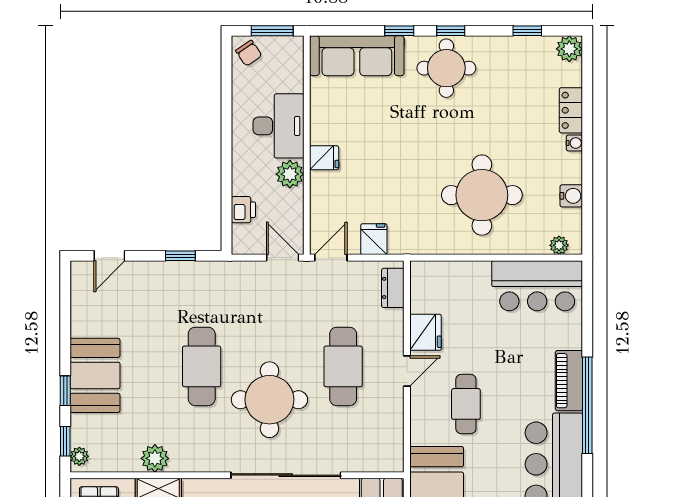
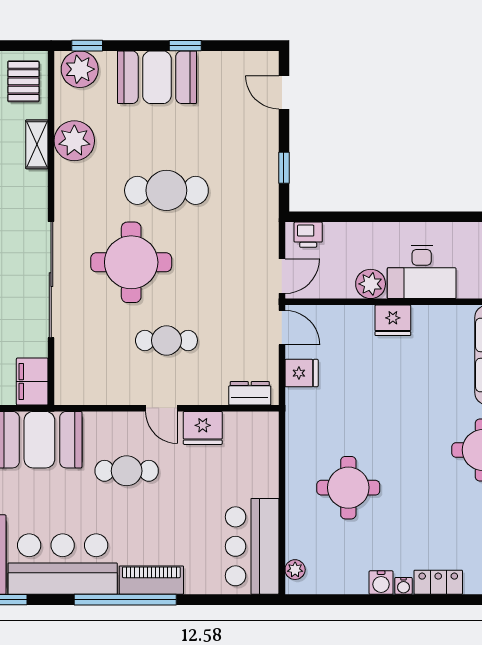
fridge: (324, 158) -> (393, 320), width x1.38
round table: (482, 195) -> (348, 488), width x0.73, depth x0.73
water cooler: (571, 196) -> (381, 583), moved
printer: (243, 210) -> (308, 235), moved
cafe table: (343, 366) -> (166, 340), width x0.73, depth x0.74
window: (65, 391) -> (185, 46), moved
plant: (79, 456) -> (80, 69), width x1.87, depth x1.87
plant: (155, 458) -> (74, 141), width x1.36, depth x1.36

